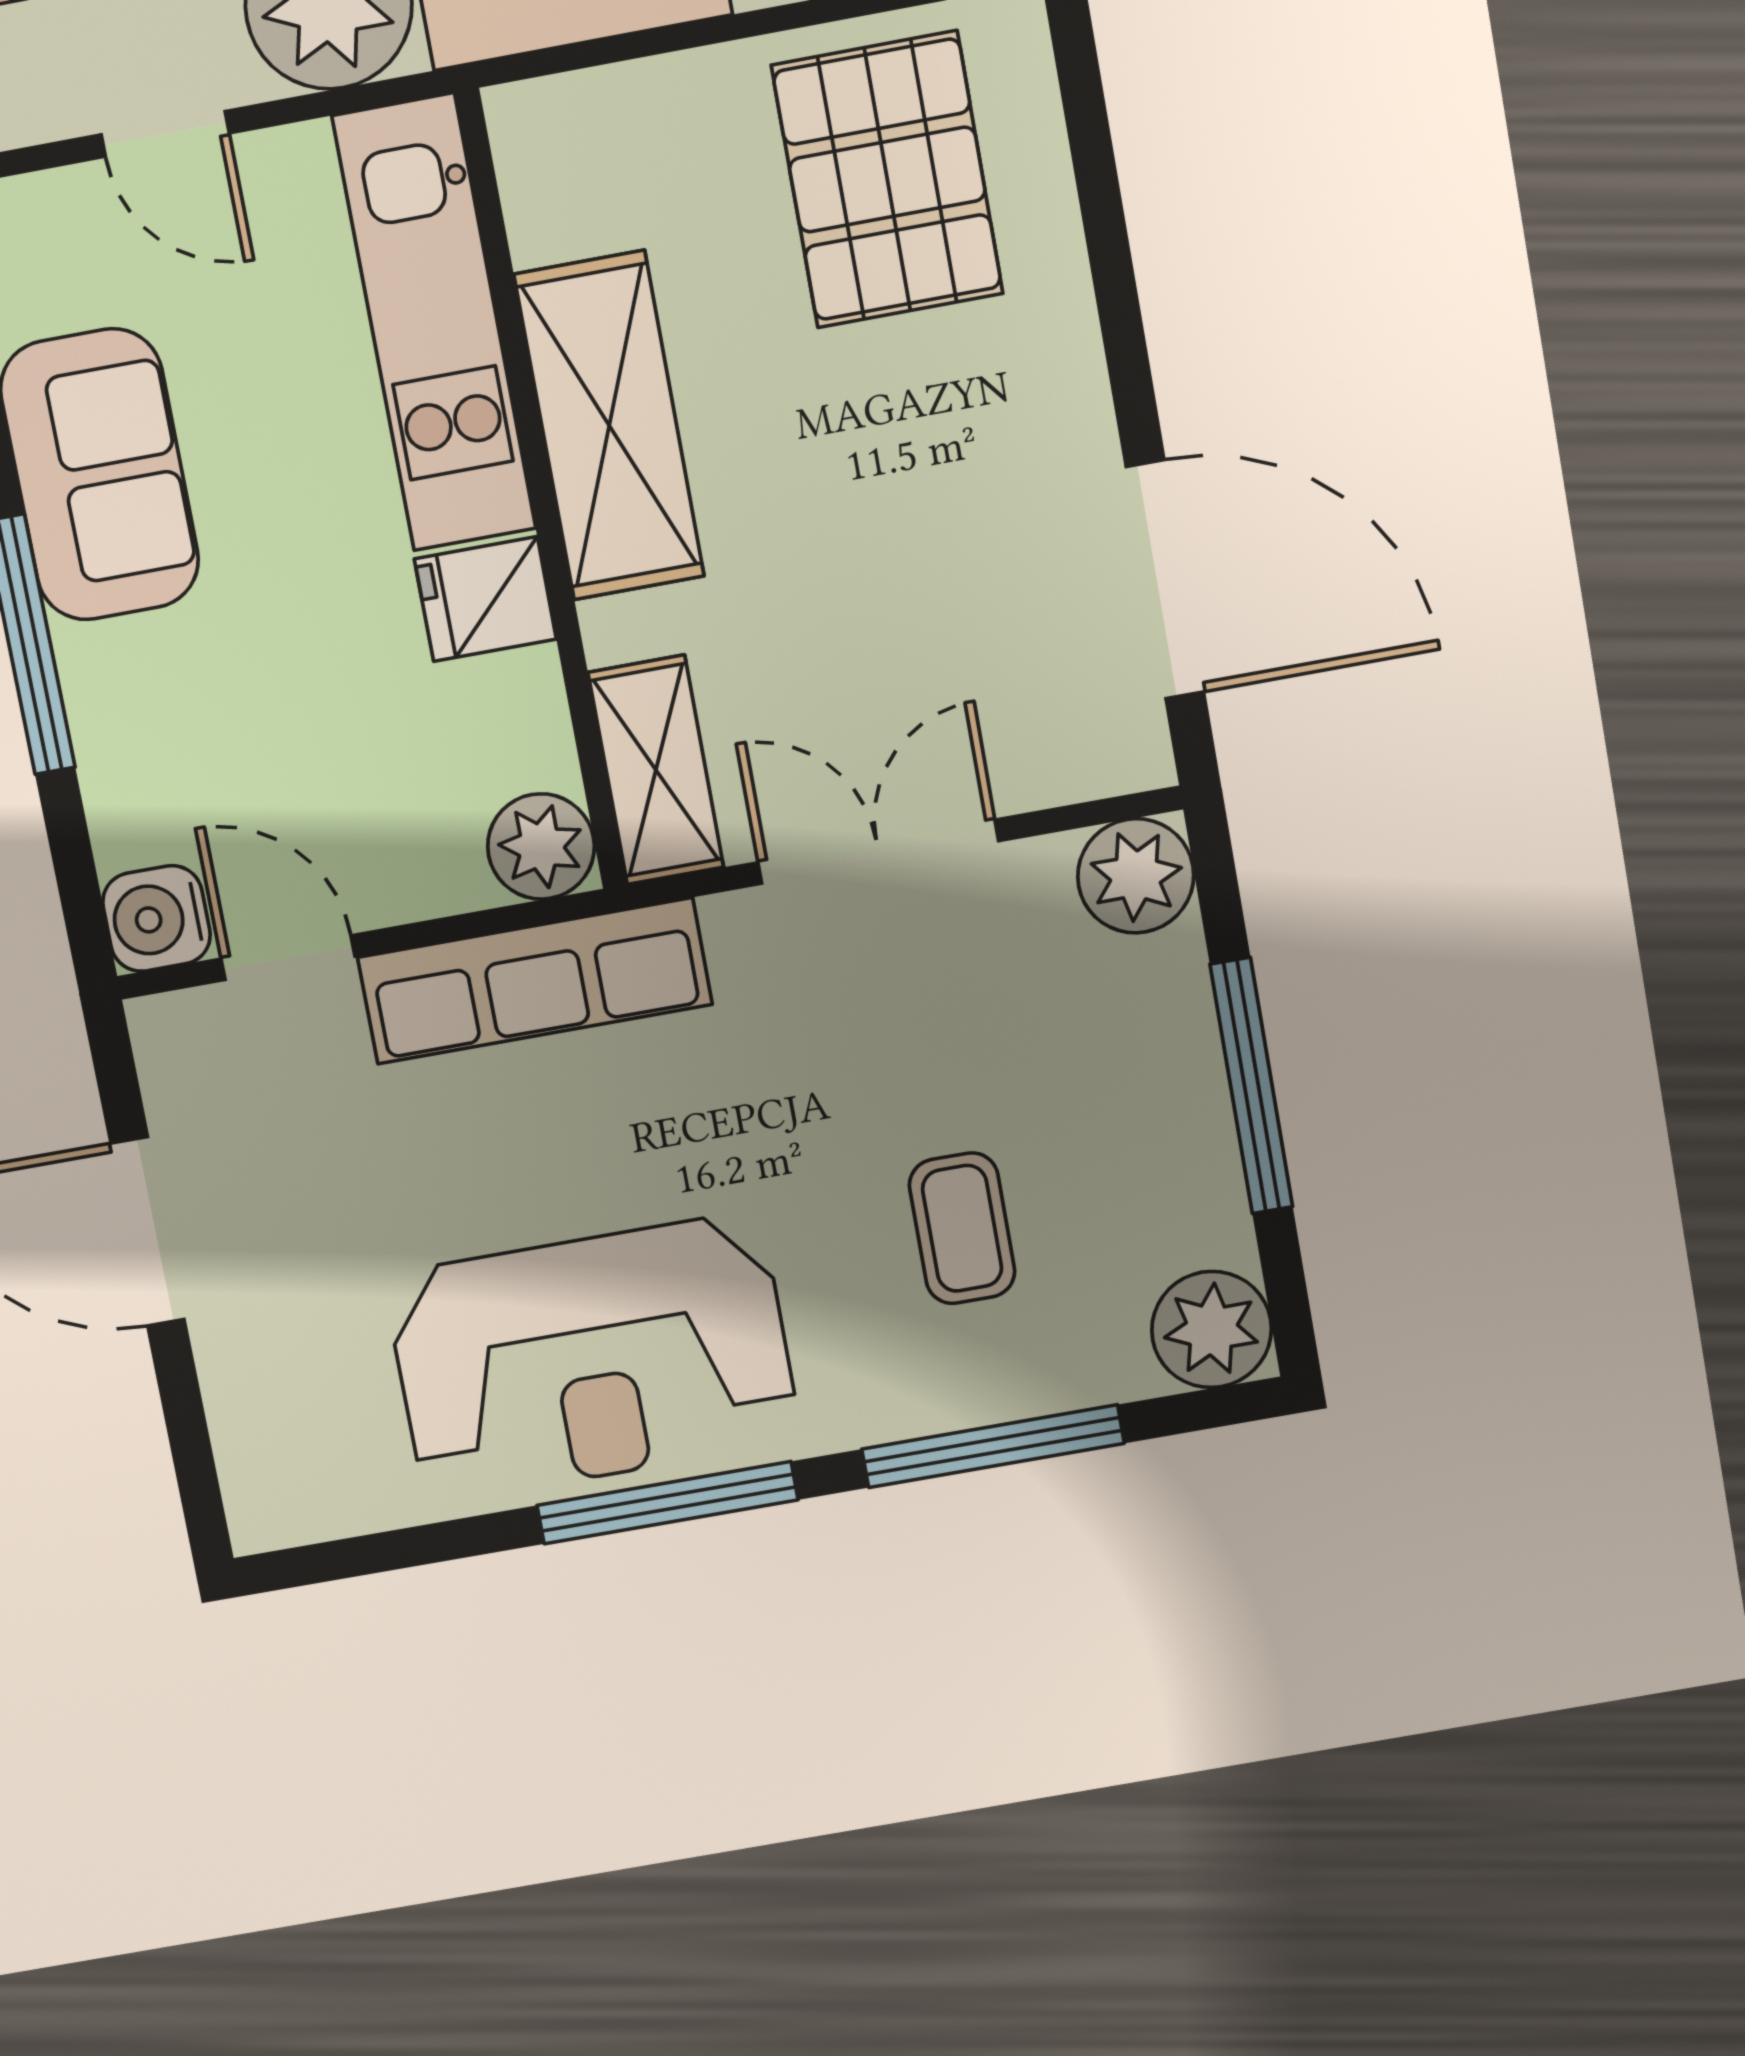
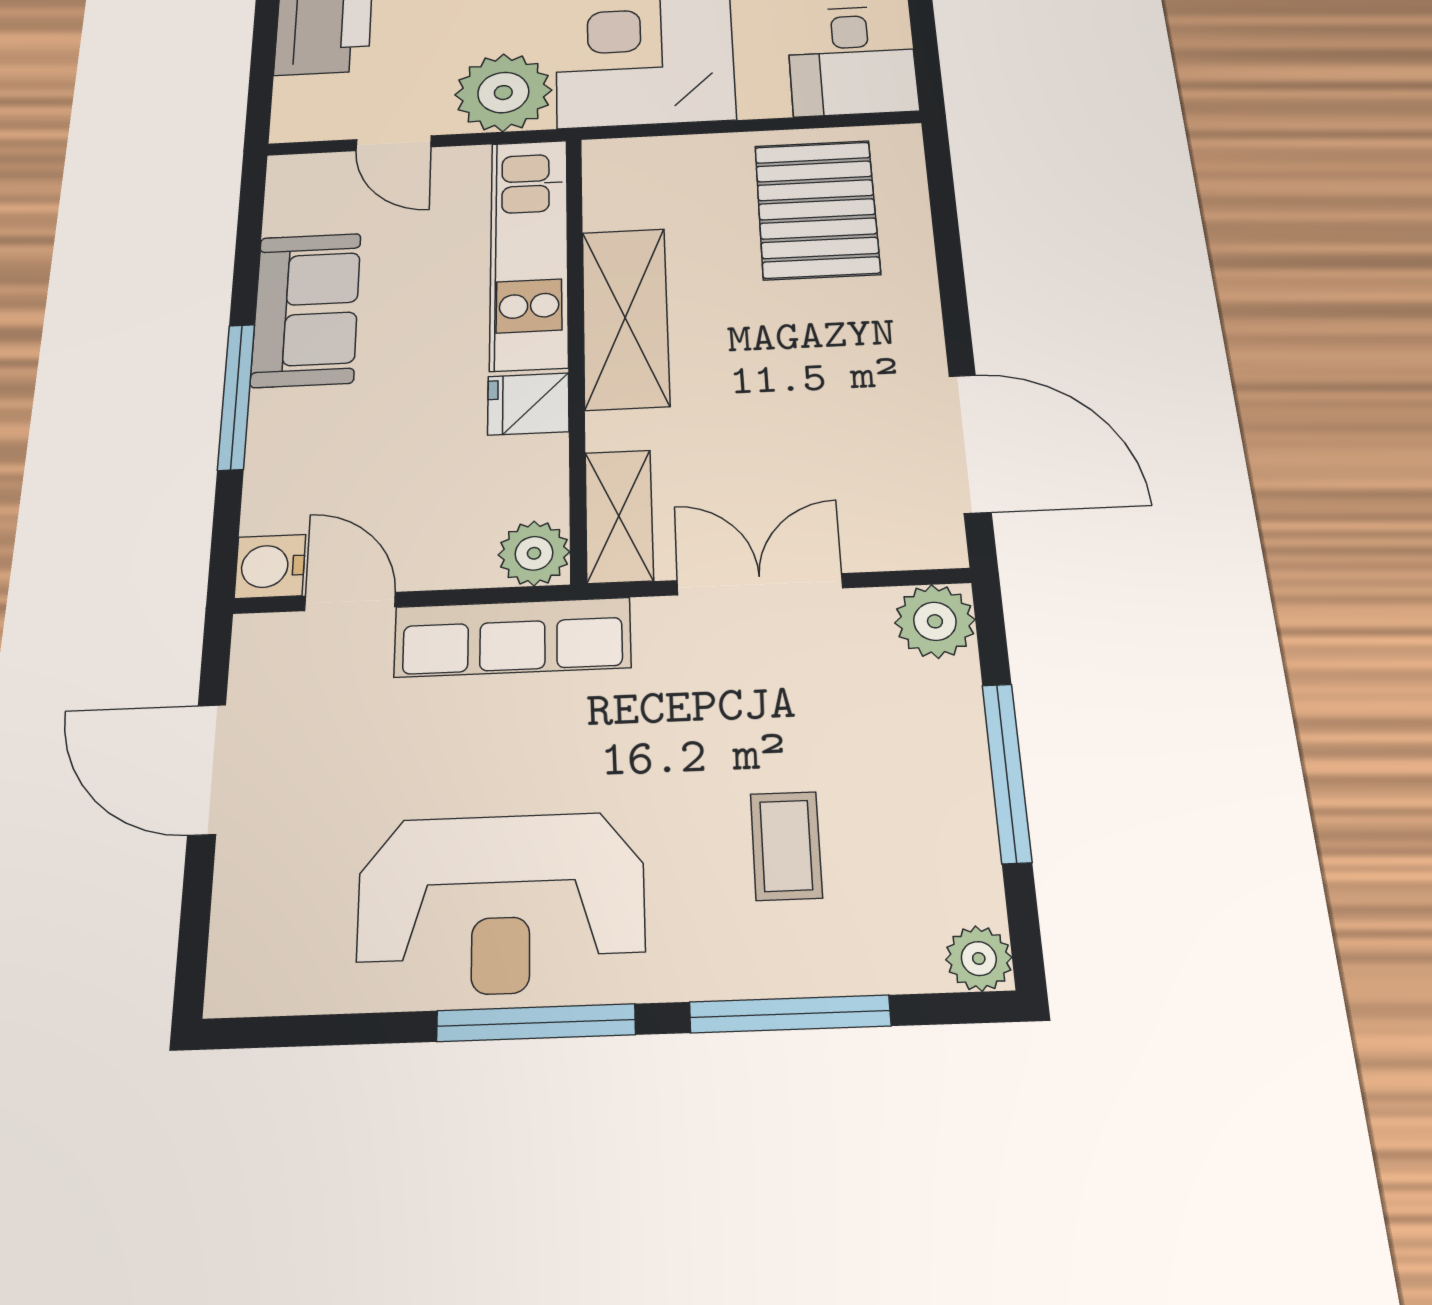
plant: (1212, 1329) -> (979, 959), width x0.73, depth x0.73

